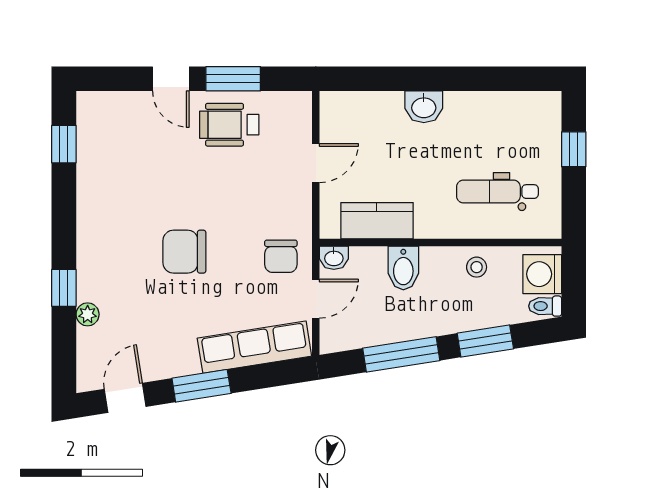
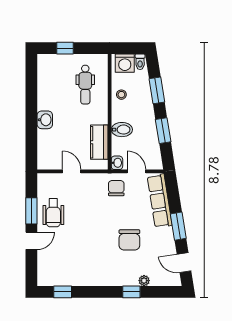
chair: (184, 252) -> (129, 240), moved
chair: (281, 256) -> (116, 188), turned -90
window: (401, 354) -> (163, 131), width x0.69

